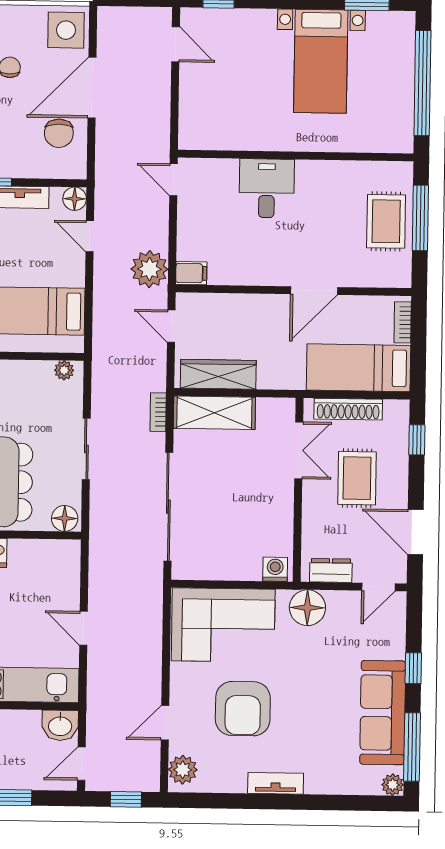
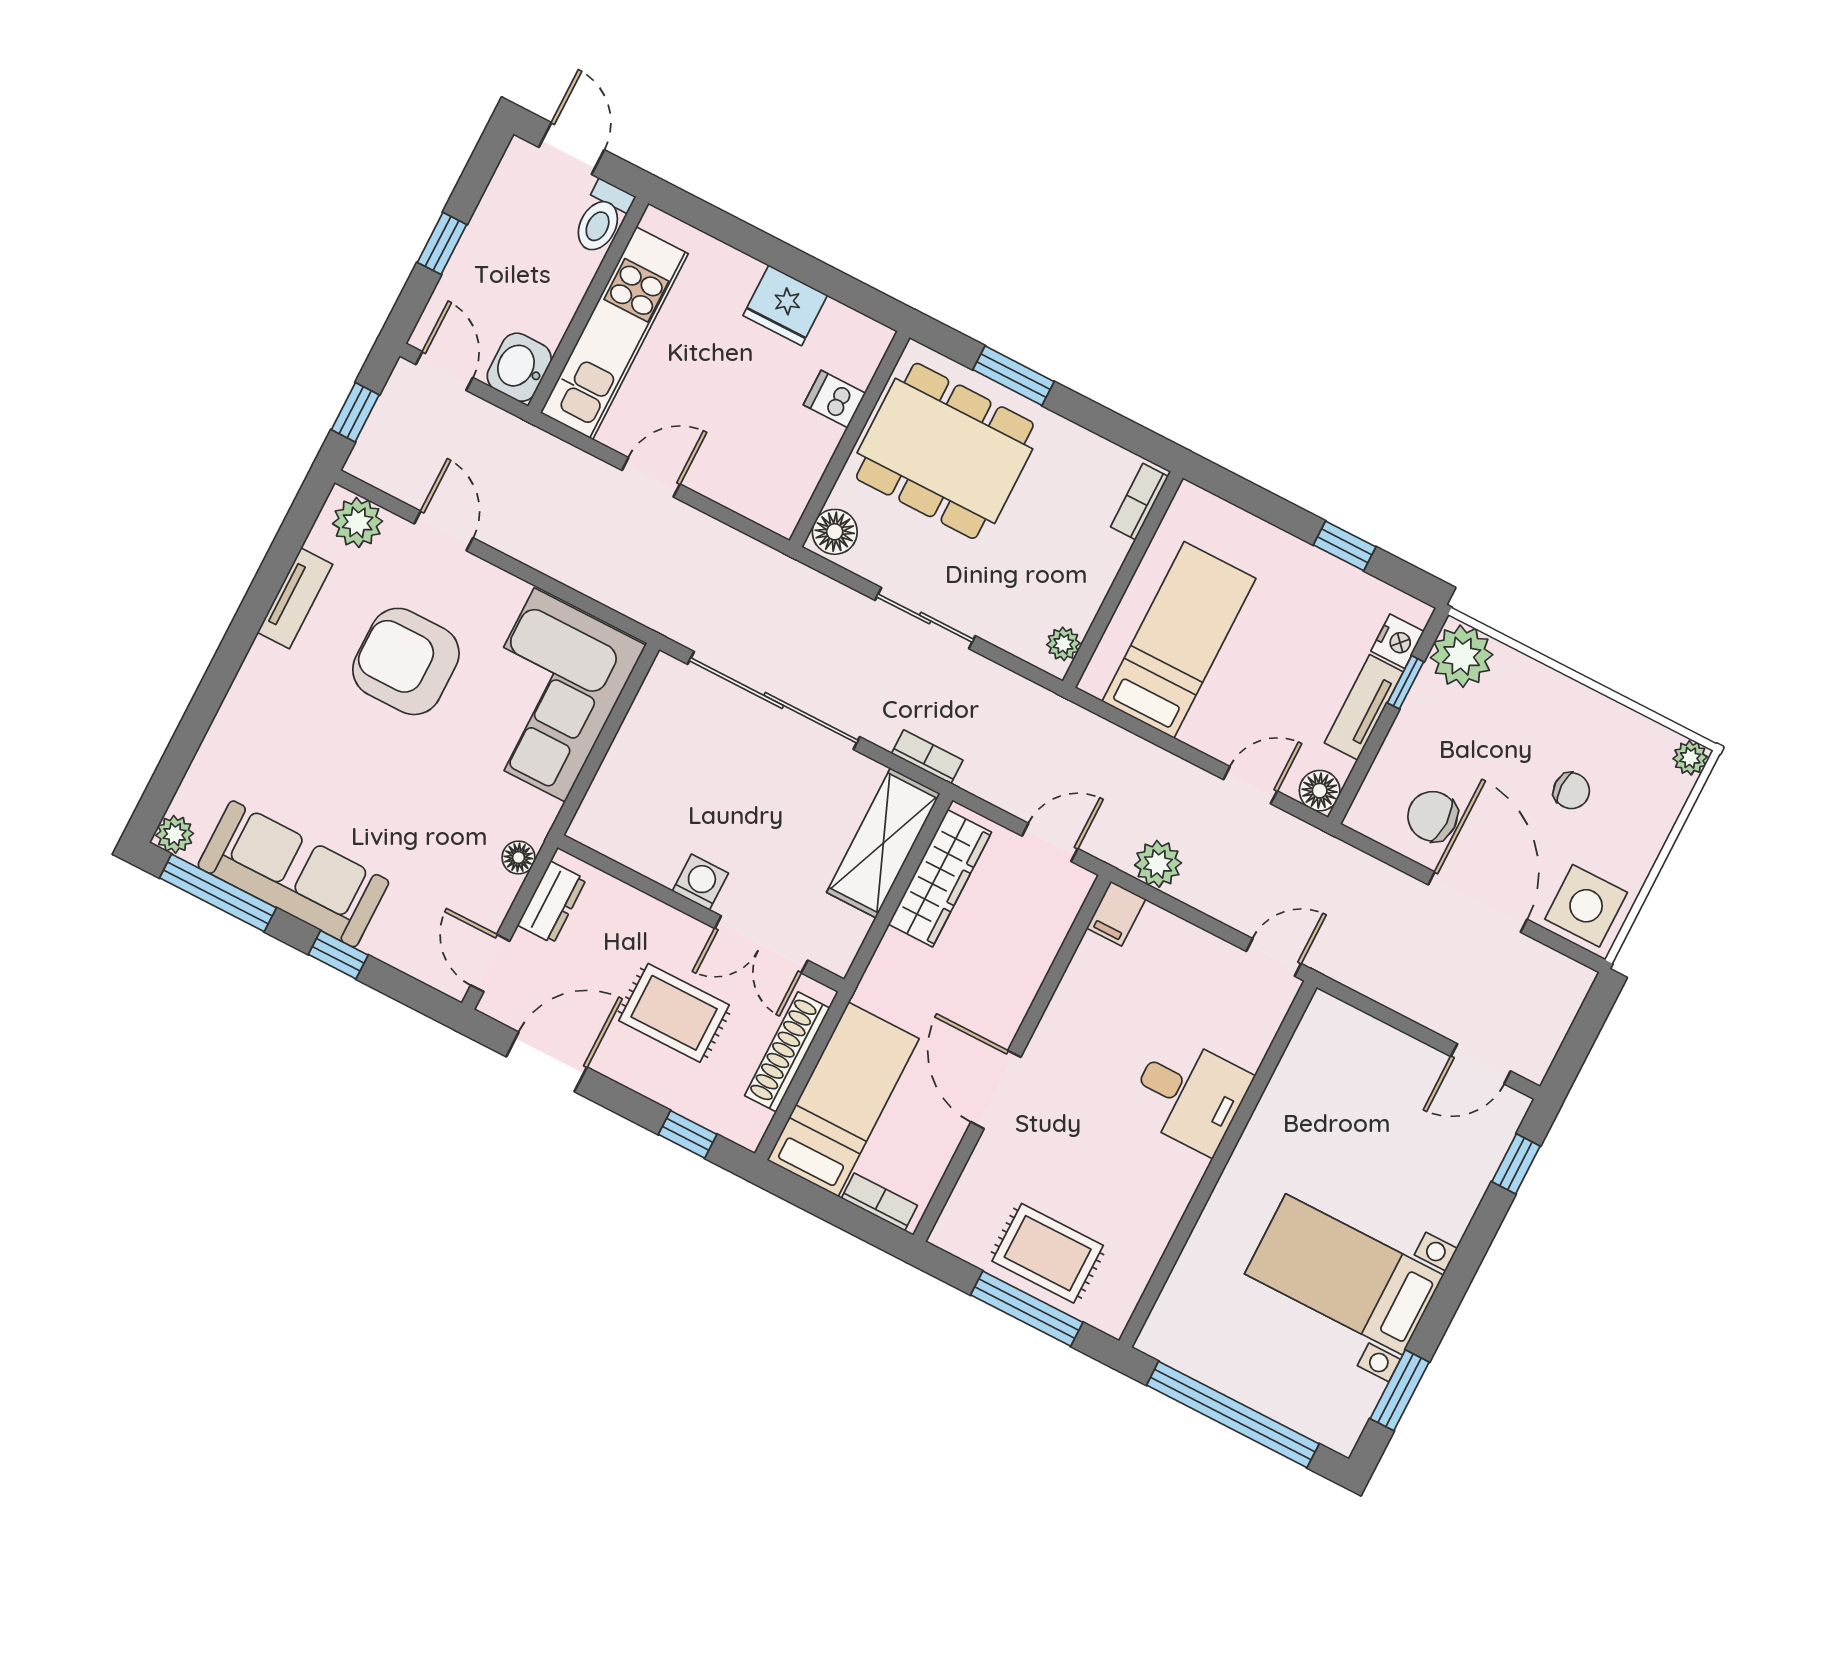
plant: (149, 269) -> (1158, 864), width x0.73, depth x0.73
washing machine: (275, 569) -> (700, 882), moved, turned -90
floor lamp: (307, 608) -> (518, 858), width x0.53, depth x0.53
tv unit: (276, 783) -> (295, 598), moved

